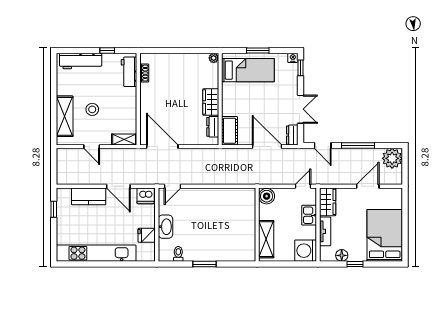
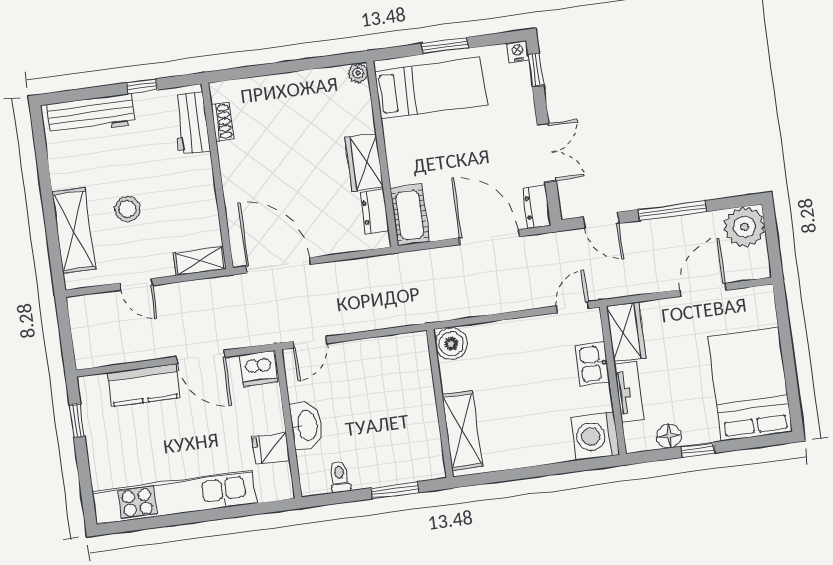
boiler: (267, 196) -> (451, 344), moved
wall: (257, 225) -> (440, 404), moved
shelving: (266, 239) -> (462, 430), moved

